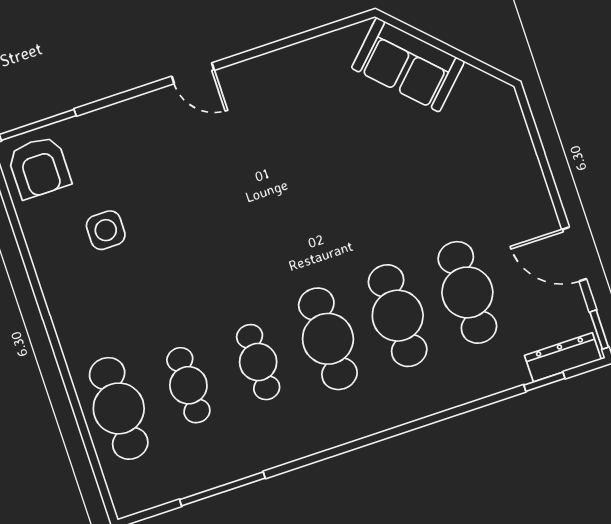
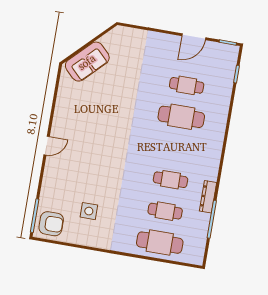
cafe table: (467, 292) -> (187, 85), width x0.73, depth x0.74
cafe table: (328, 339) -> (176, 148), removed
dresser: (563, 357) -> (208, 197), moved

